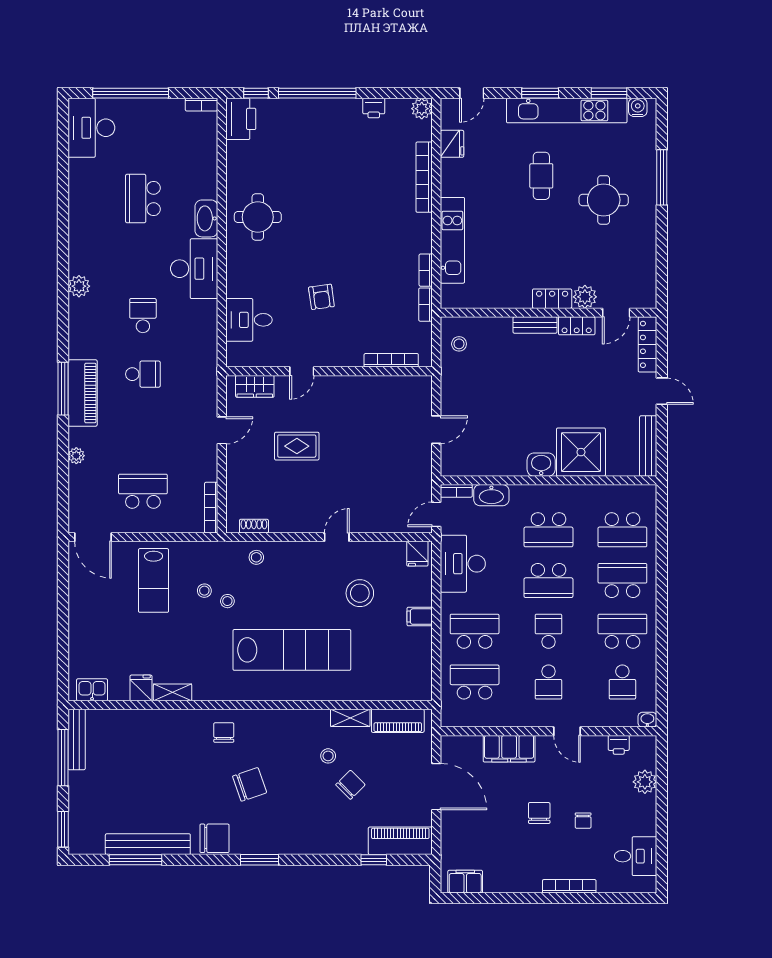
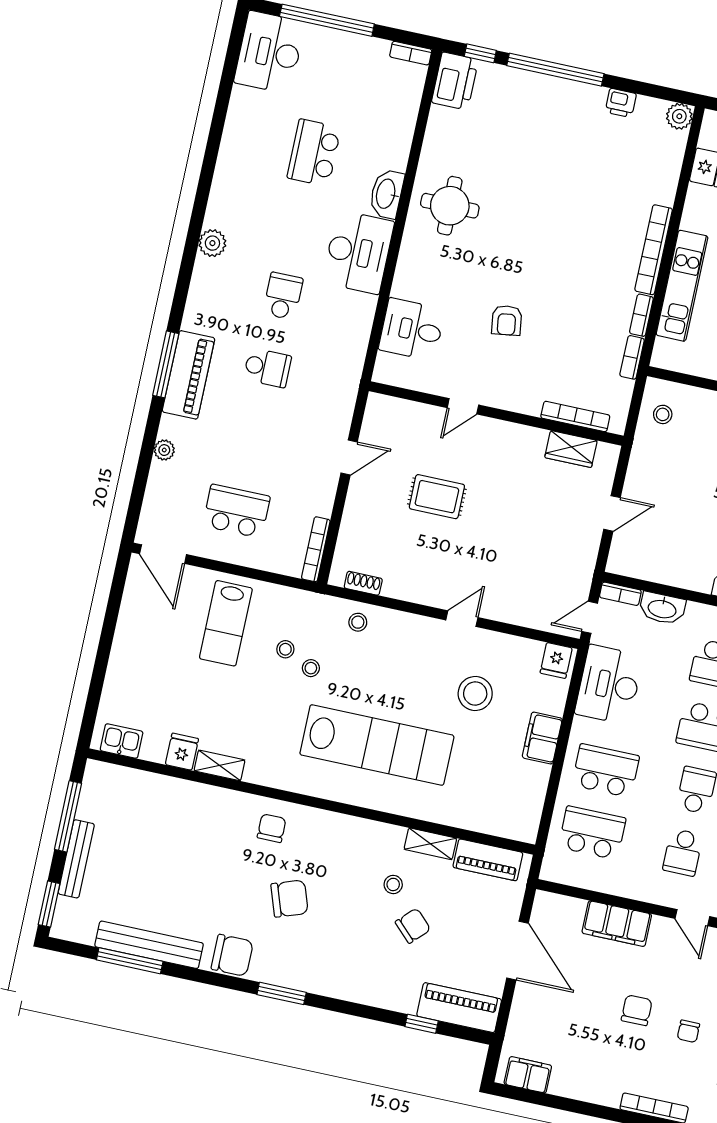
bookcase: (424, 177) -> (654, 250), moved
wardrobe: (255, 386) -> (571, 449), moved
filing cabinet: (420, 617) -> (542, 738), width x2.00
bench: (77, 739) -> (76, 859), moved

